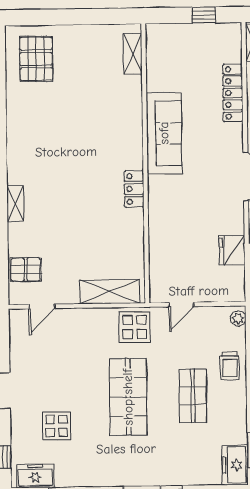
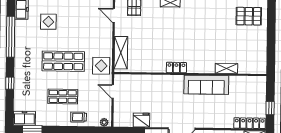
shelving: (133, 54) -> (226, 69), moved
locker: (233, 93) -> (250, 123), moved

